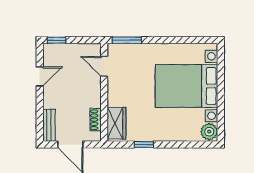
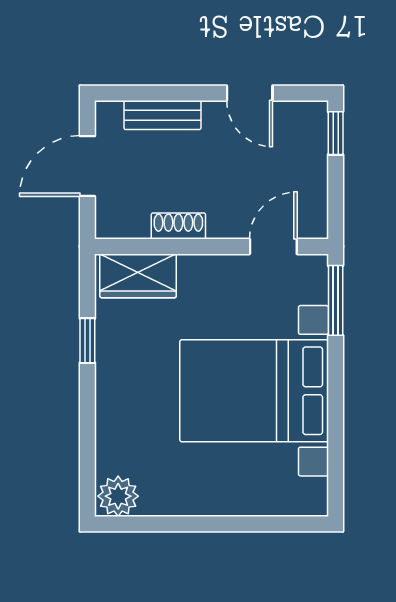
bed with nightstands: (187, 86) -> (254, 391), moved, turned -90
shoe rack: (96, 120) -> (178, 226), moved
bench: (49, 125) -> (162, 115), moved

